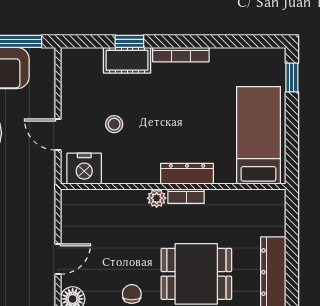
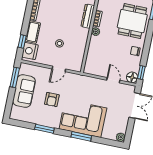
window: (129, 41) -> (22, 41), moved
nightstand: (84, 169) -> (30, 51), moved, turned 180

